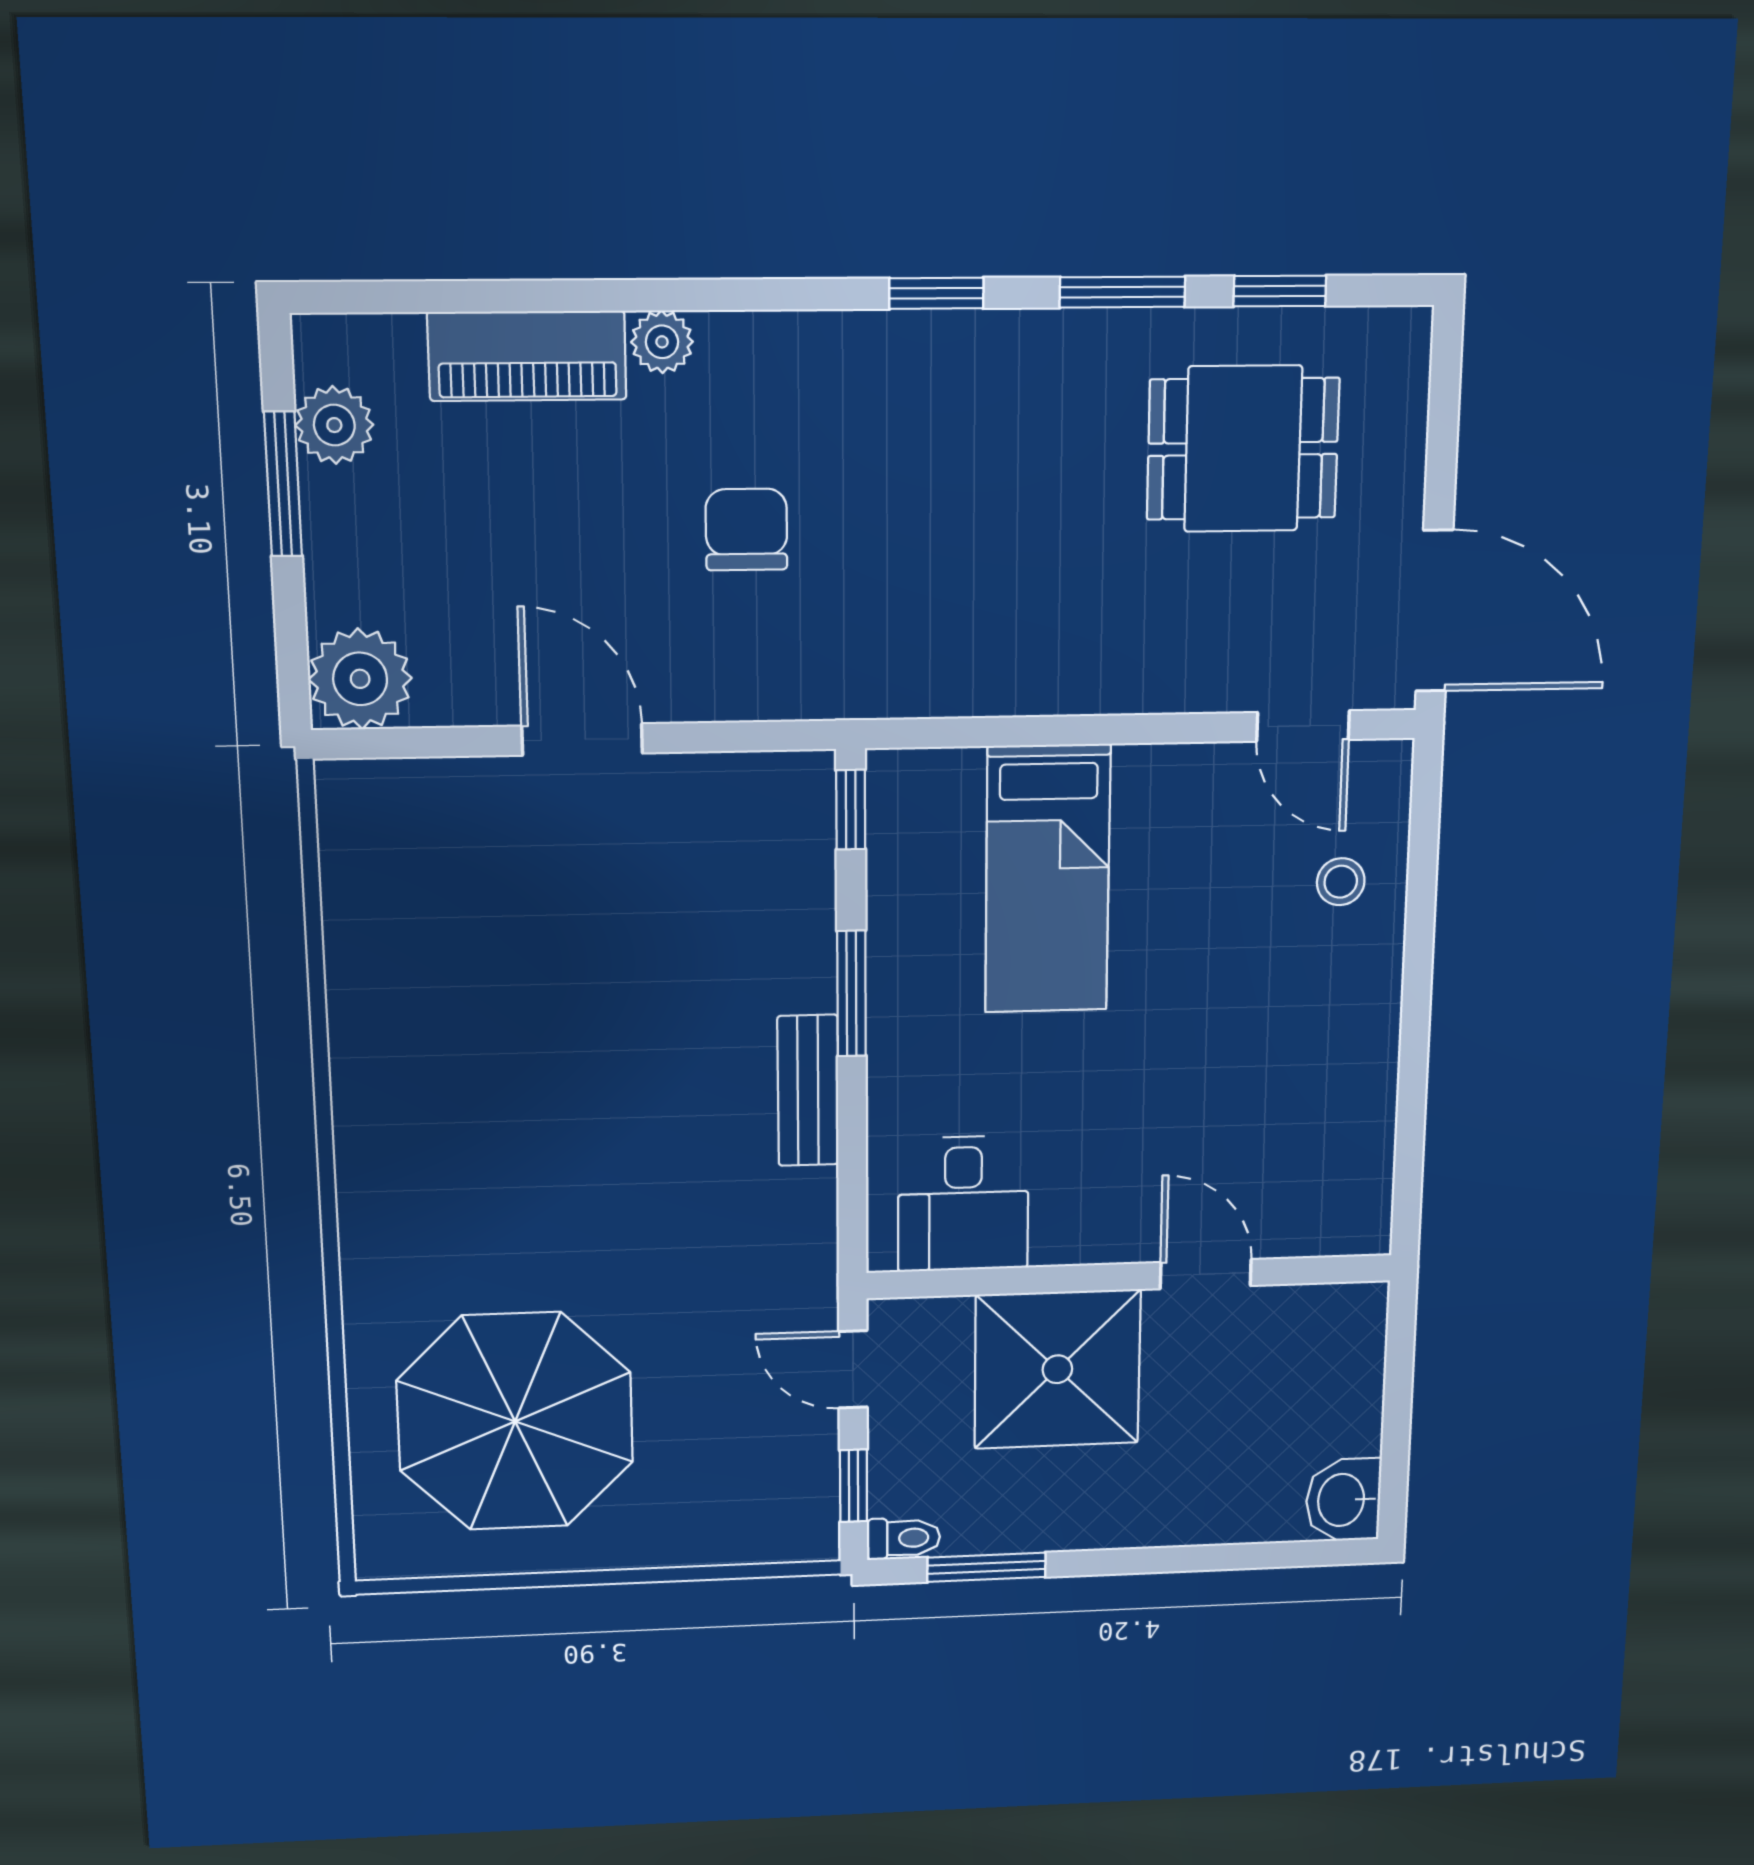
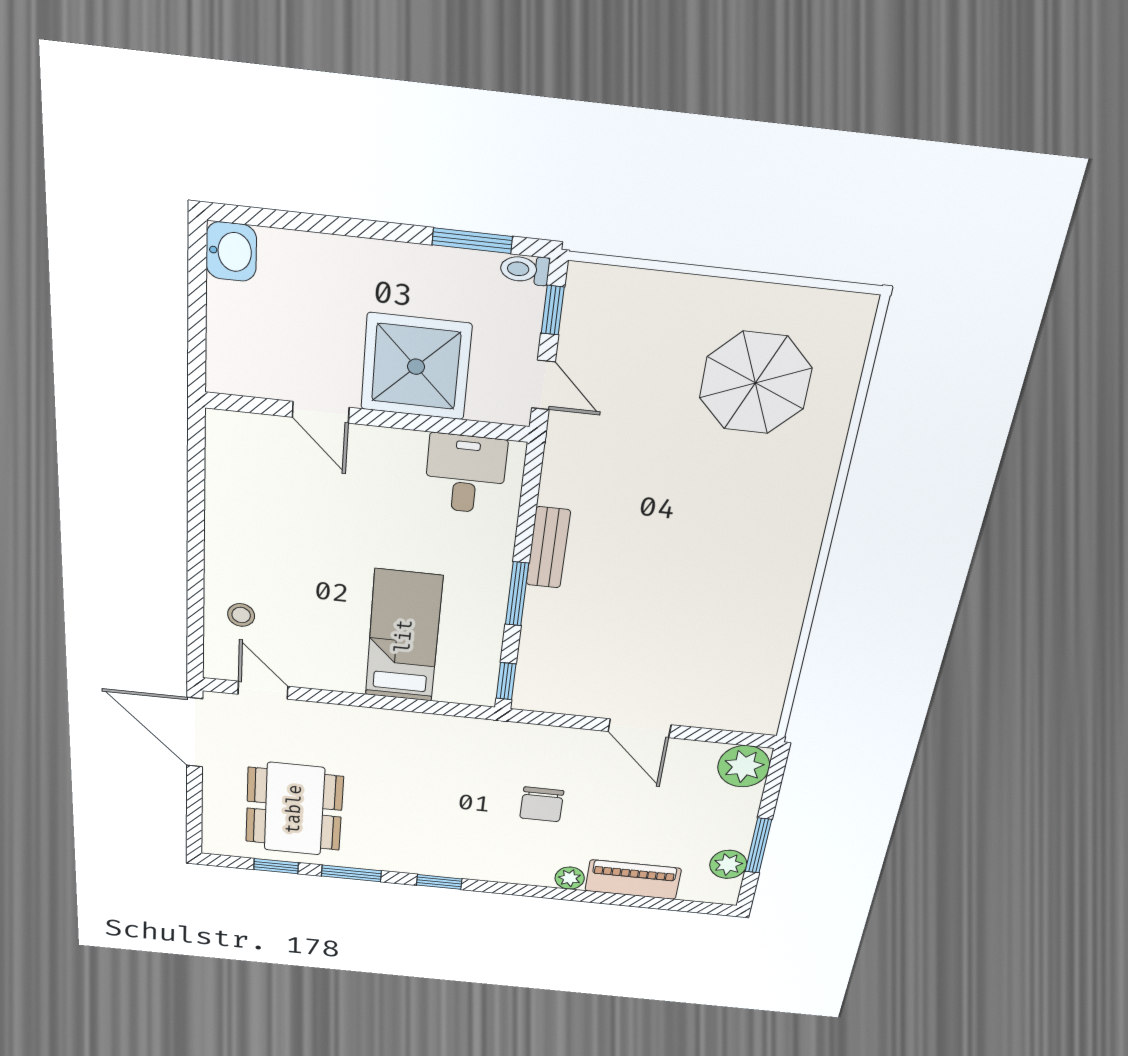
dining table: (1243, 449) -> (294, 809), width x1.38
parasol: (515, 1421) -> (755, 383), width x0.73, depth x0.73

